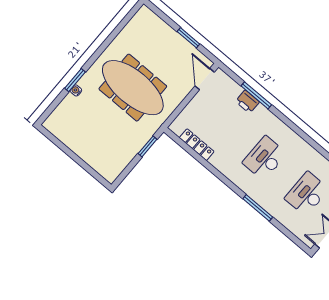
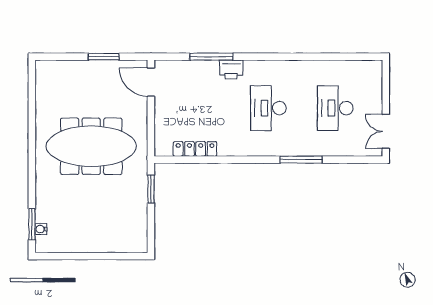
window: (75, 80) -> (32, 224), moved
water cooler: (76, 90) -> (41, 229), moved
printer: (247, 102) -> (231, 69), moved

